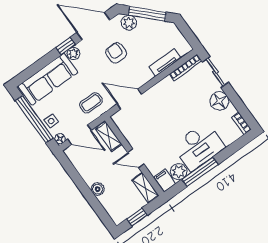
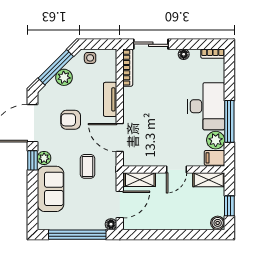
plant: (129, 23) -> (64, 77), moved
tv unit: (165, 62) -> (110, 99), moved
sofa: (48, 79) -> (50, 189), width x0.73
door: (129, 99) -> (120, 138), hinge flipped
floor lamp: (219, 101) -> (184, 54), width x0.53, depth x0.53
coffee table: (91, 103) -> (88, 166), moved
side table: (51, 121) -> (90, 58), moved
boiler: (98, 189) -> (218, 223), moved

